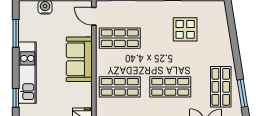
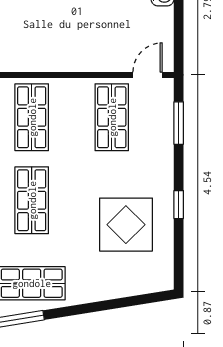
display table: (185, 29) -> (126, 225), width x1.36, depth x1.36
sofa: (79, 59) -> (77, 51), removed

